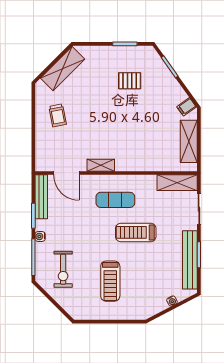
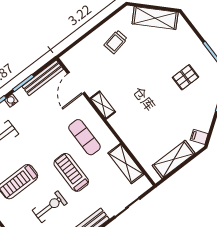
pallet: (130, 81) -> (185, 77), turned 90
shelving: (177, 183) -> (126, 164), moved
exercise bike: (150, 271) -> (50, 207), added

